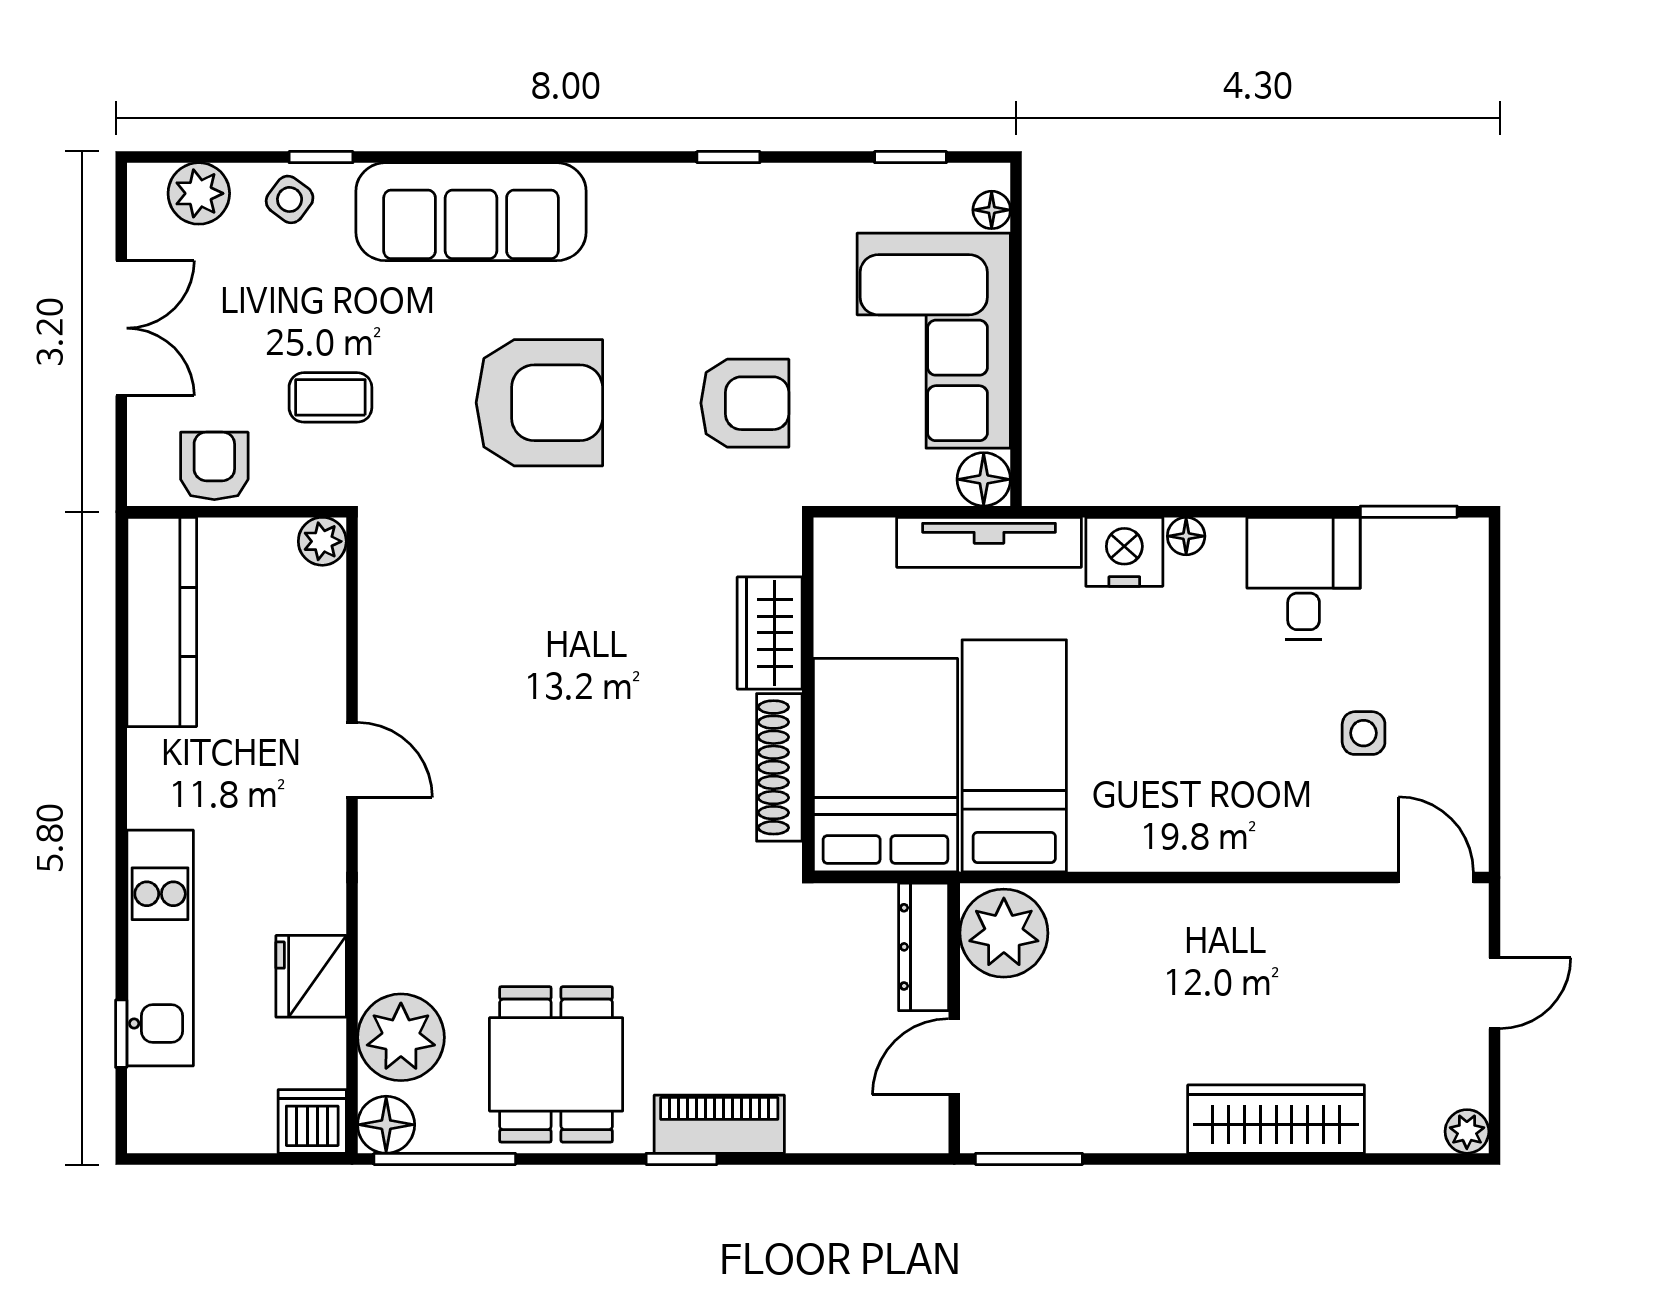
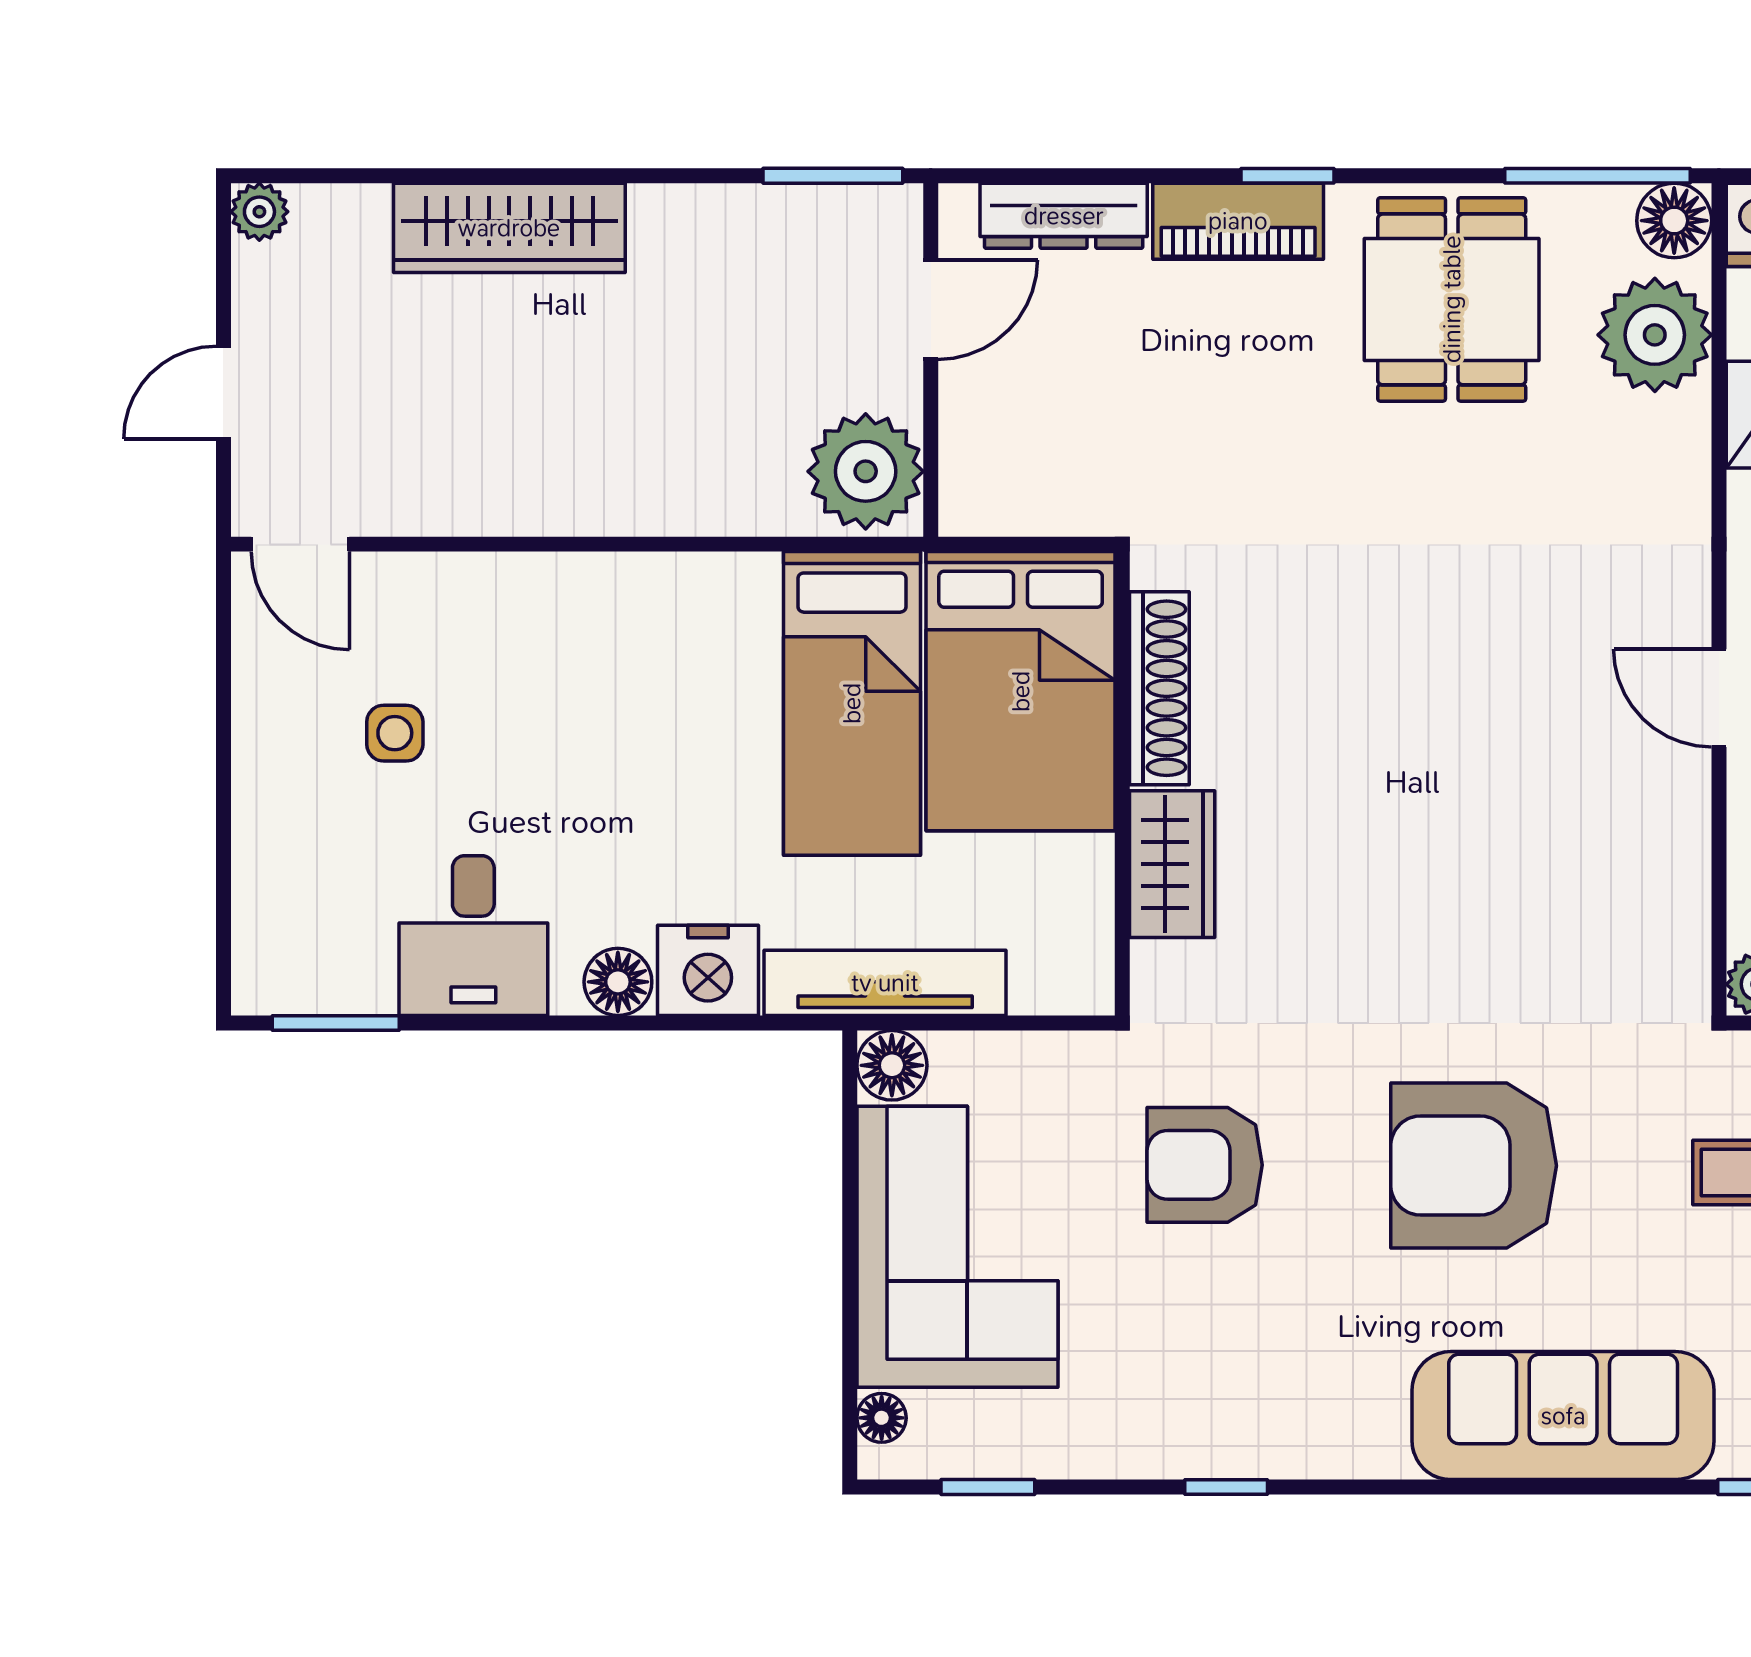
floor lamp: (1186, 536) -> (618, 982), width x1.37, depth x1.37
dresser: (924, 947) -> (1064, 216), moved, turned 90

